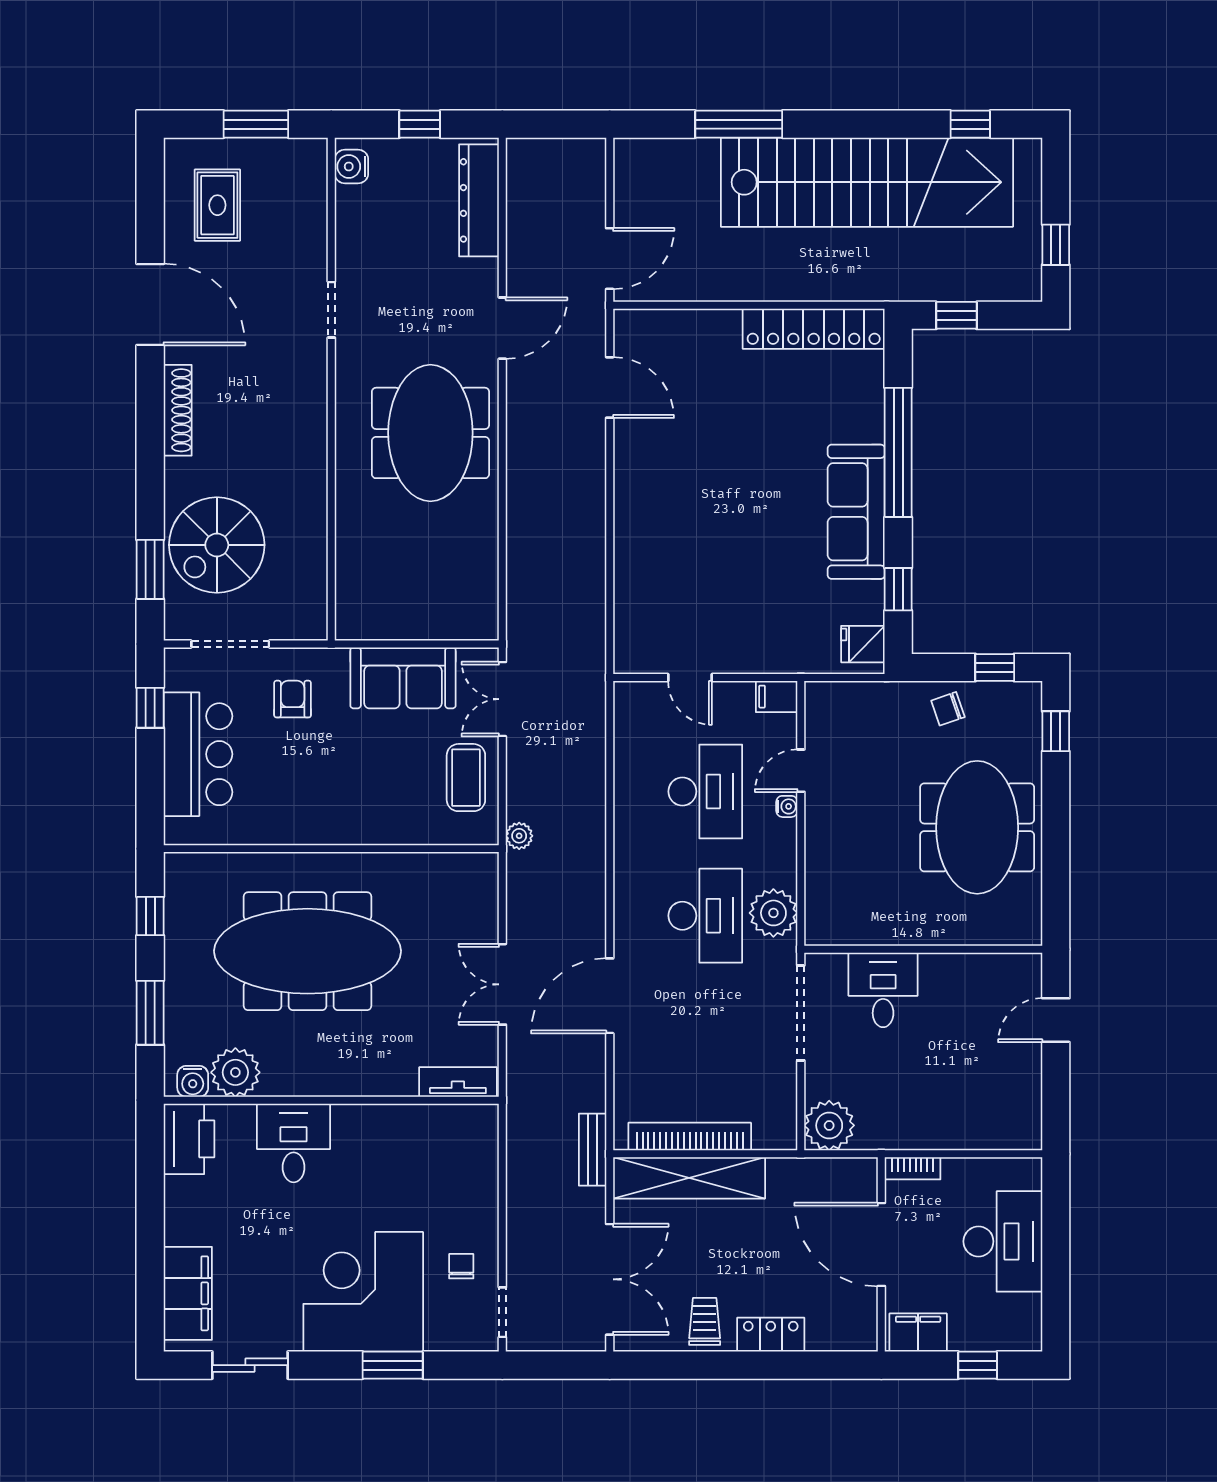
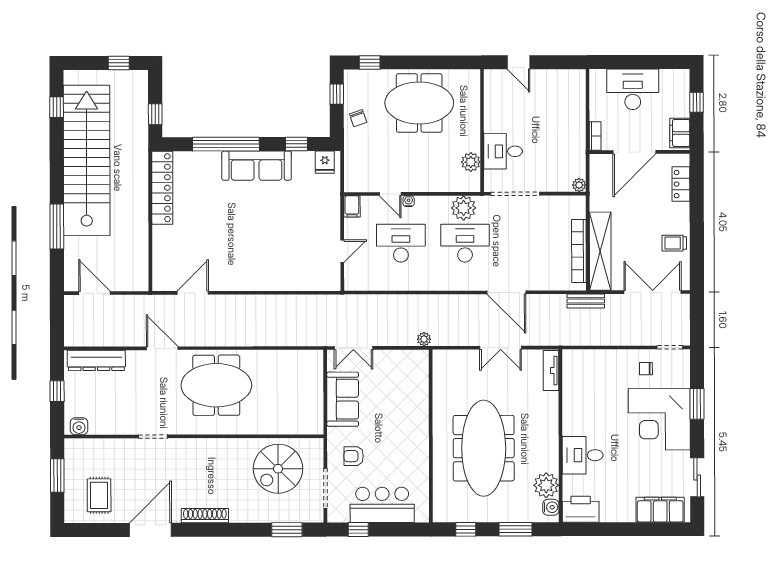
rug: (217, 205) -> (99, 495), turned 90
door: (610, 259) -> (95, 293), moved
spiral stairs: (217, 545) -> (278, 469), moved, turned 90
coffee table: (466, 778) -> (394, 367), removed
plant: (862, 927) -> (471, 162), added
plant: (829, 1125) -> (579, 185), width x0.53, depth x0.53
locker: (771, 1335) -> (681, 184), moved

